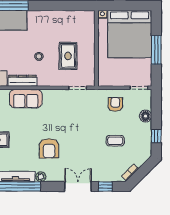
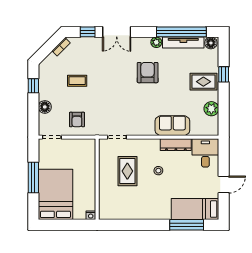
bed: (130, 34) -> (55, 194), width x0.73

